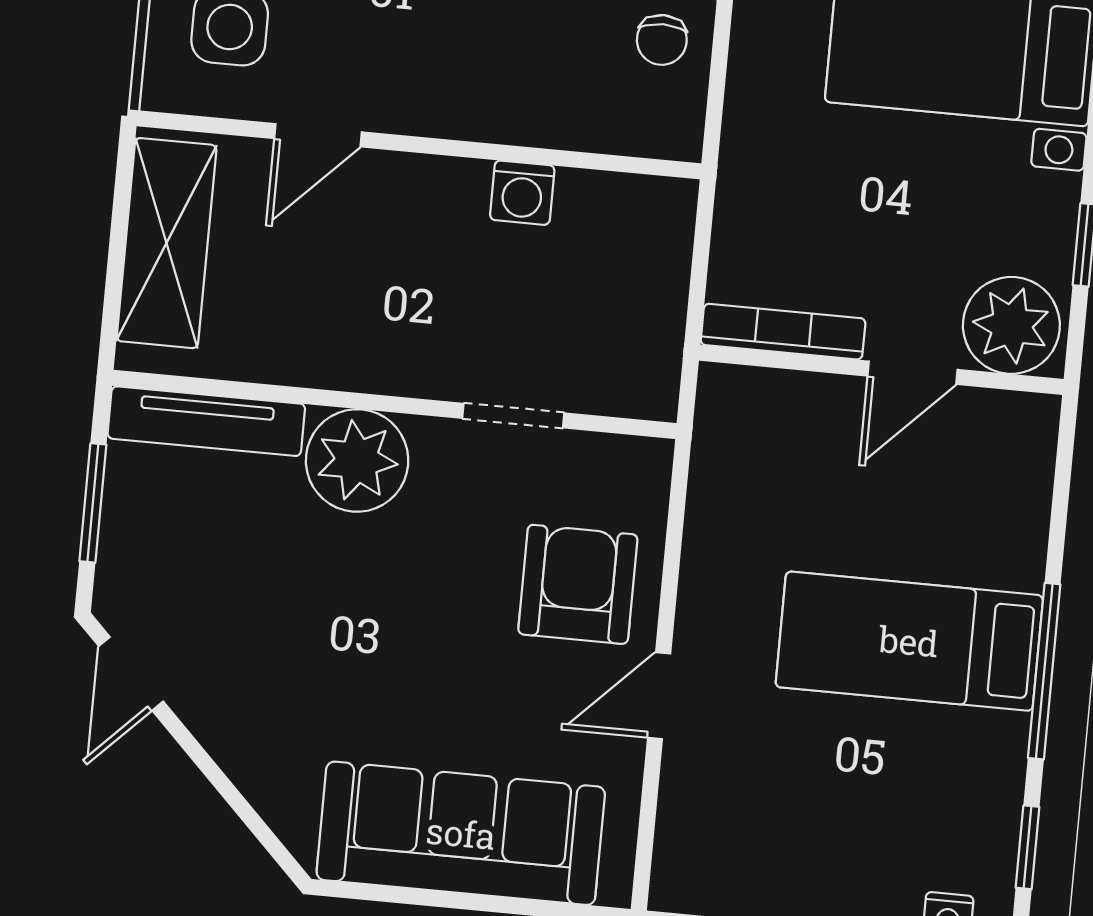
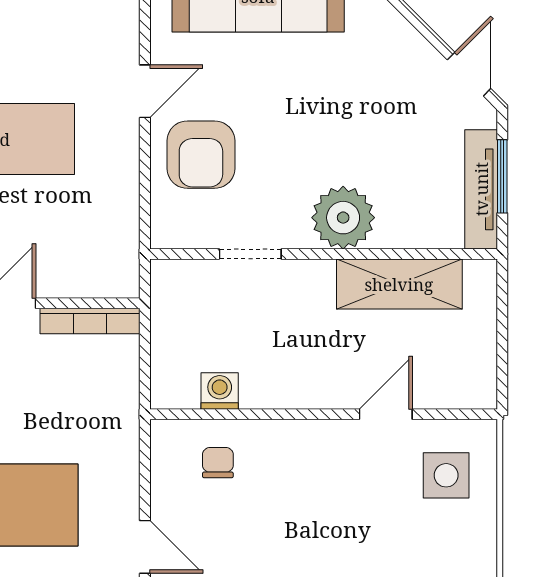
chair: (662, 40) -> (218, 463), moved
washing machine: (522, 193) -> (220, 391), moved
shelving: (167, 243) -> (399, 284), moved, turned 90
tv unit: (206, 421) -> (481, 189), moved, turned -90

